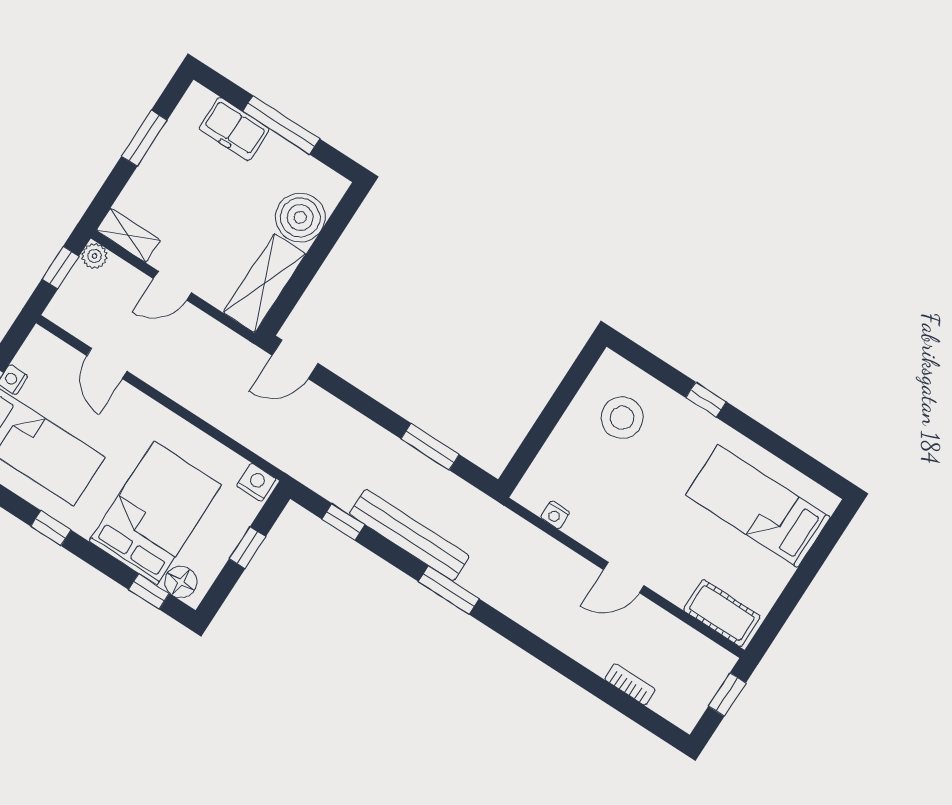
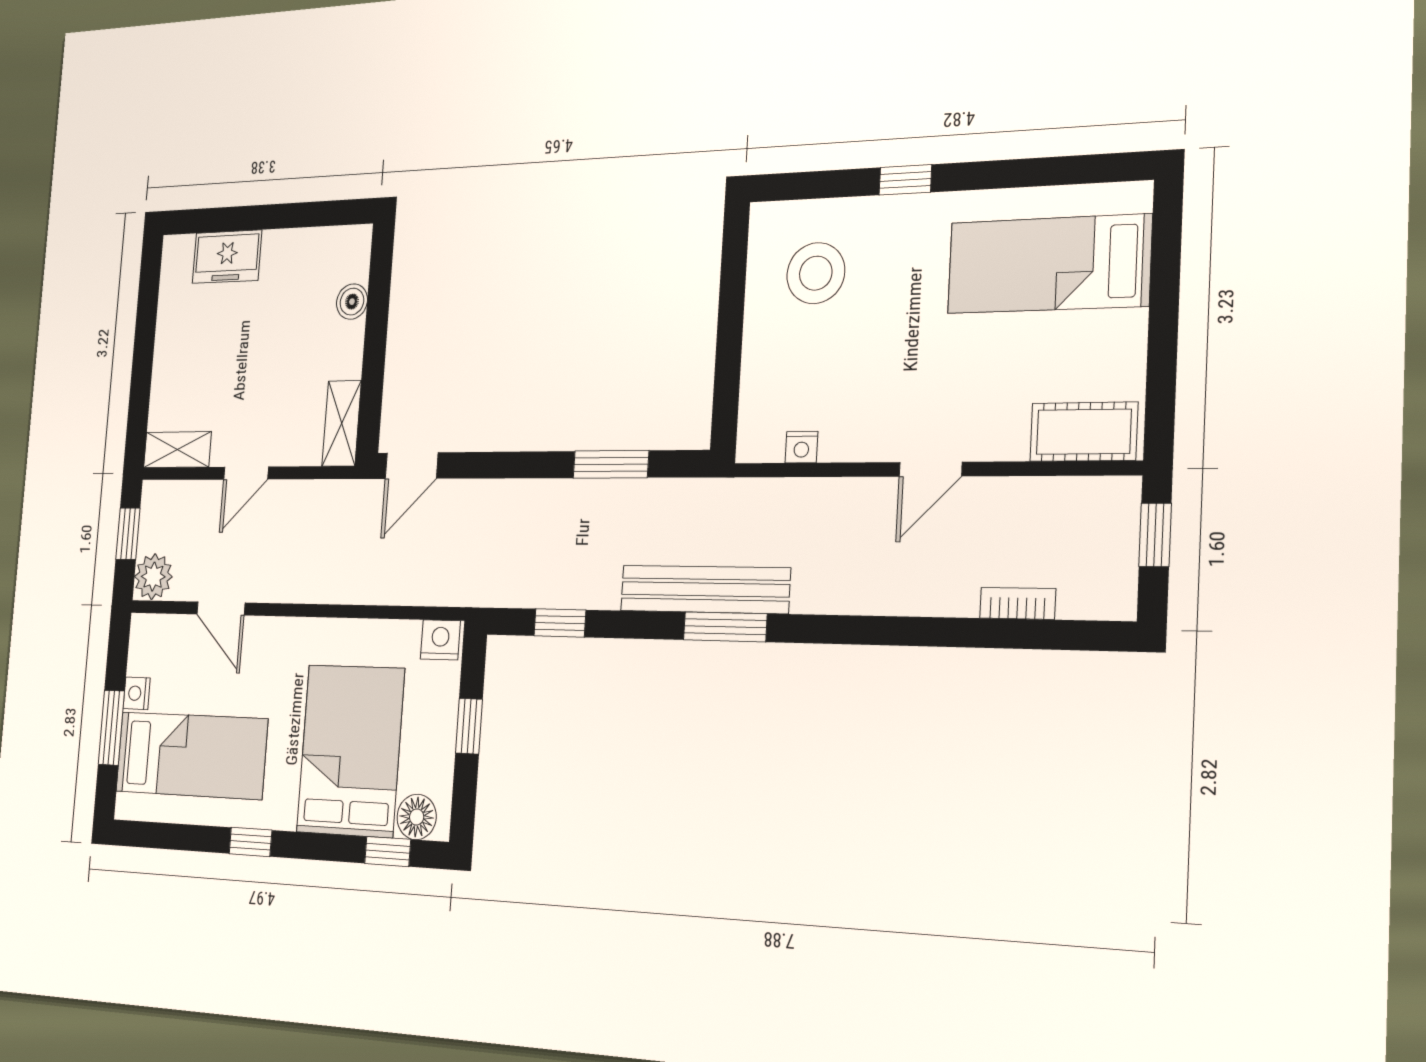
window: (281, 125) -> (271, 217), removed
window: (144, 138) -> (145, 333), removed
boiler: (300, 217) -> (352, 302), width x0.54, depth x0.54
plant: (94, 256) -> (153, 577), moved, width x1.38, depth x1.38
shelving: (265, 283) -> (342, 423), width x0.67, depth x0.75
bench: (409, 535) -> (705, 589), moved

